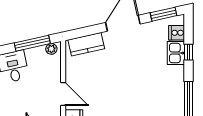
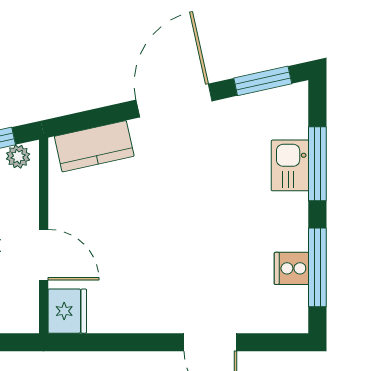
cooker: (177, 33) -> (291, 268), moved
window: (189, 52) -> (317, 164), width x2.17

